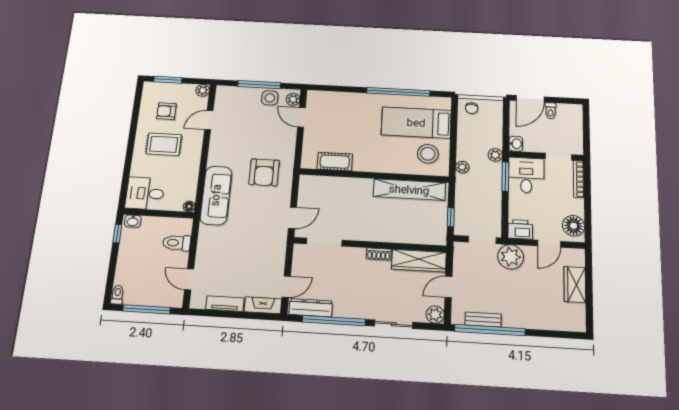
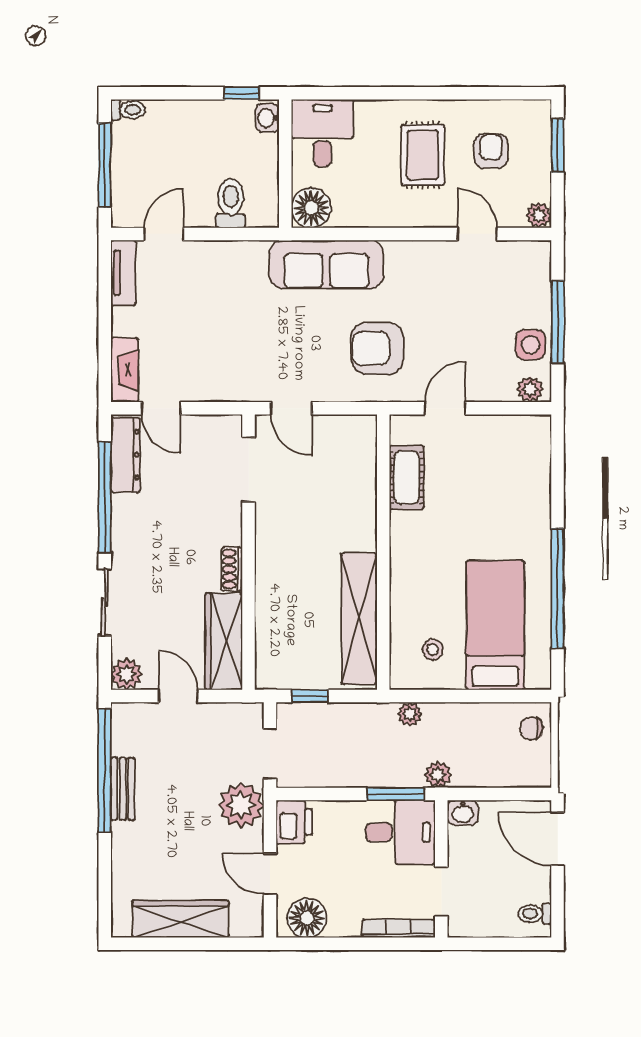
toilet: (551, 111) -> (535, 914), moved
door: (301, 117) -> (445, 408), moved
stool: (428, 154) -> (433, 650), width x0.53, depth x0.53
floor lamp: (189, 206) -> (311, 208), width x1.89, depth x1.89
wardrobe: (575, 285) -> (180, 919), width x1.50
tv unit: (225, 304) -> (123, 273), moved
bench: (483, 320) -> (123, 789), moved

